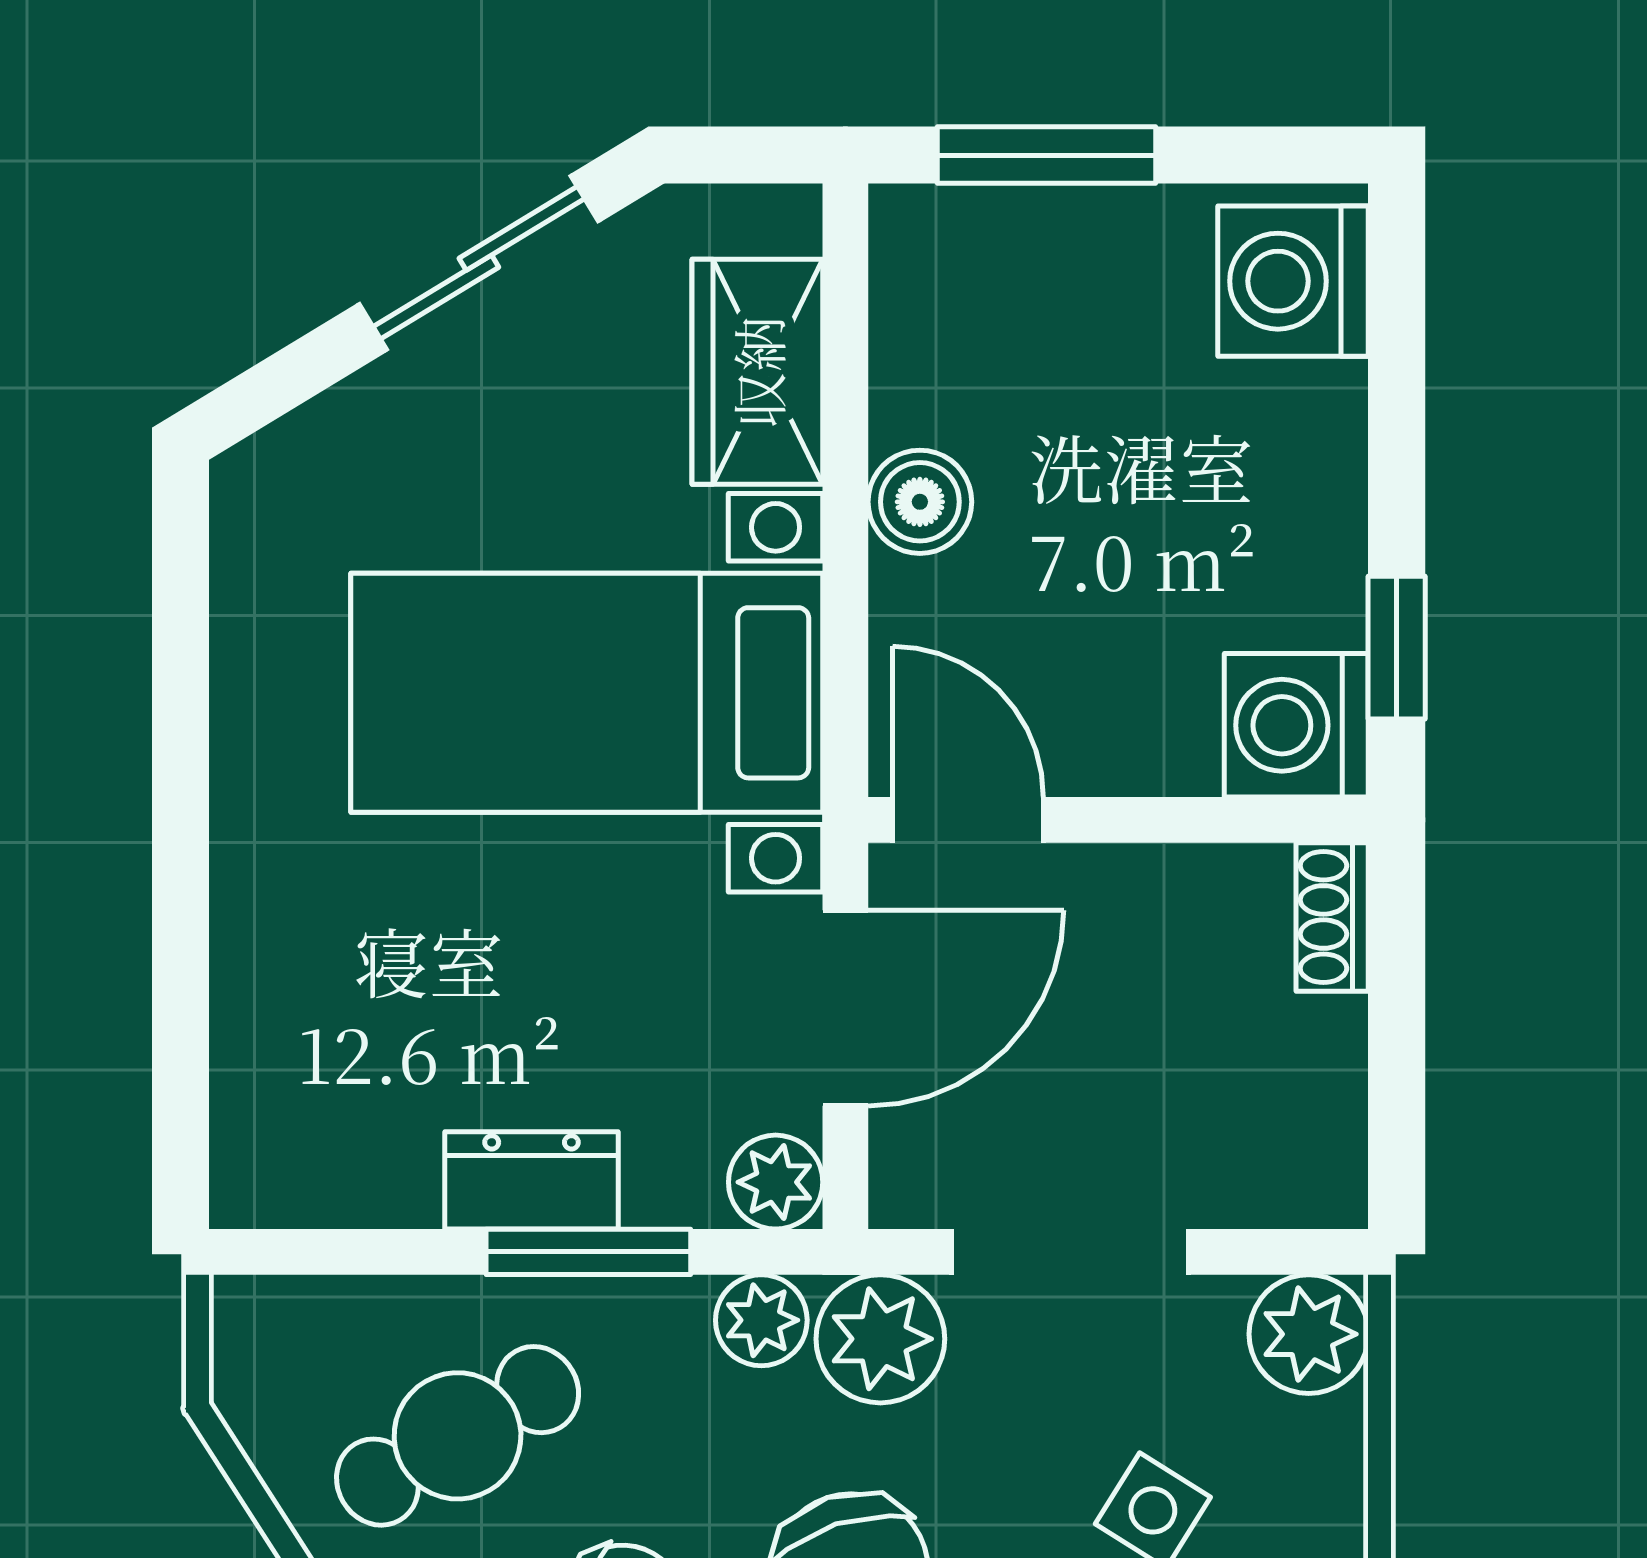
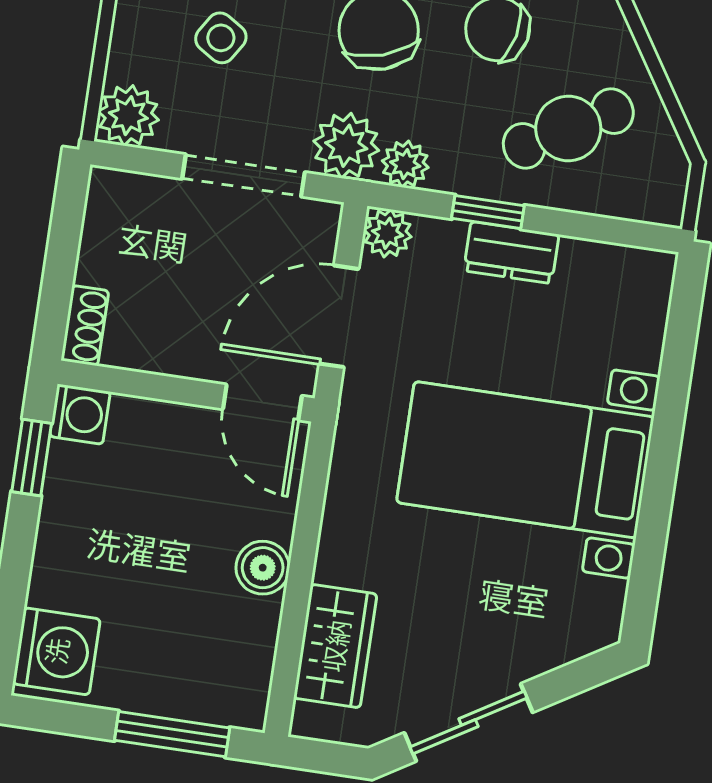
bed with nightstands: (587, 693) -> (525, 460), moved, turned 180
washing machine: (1296, 725) -> (80, 414), width x0.73, depth x0.73
window: (588, 1252) -> (488, 212), width x0.67

